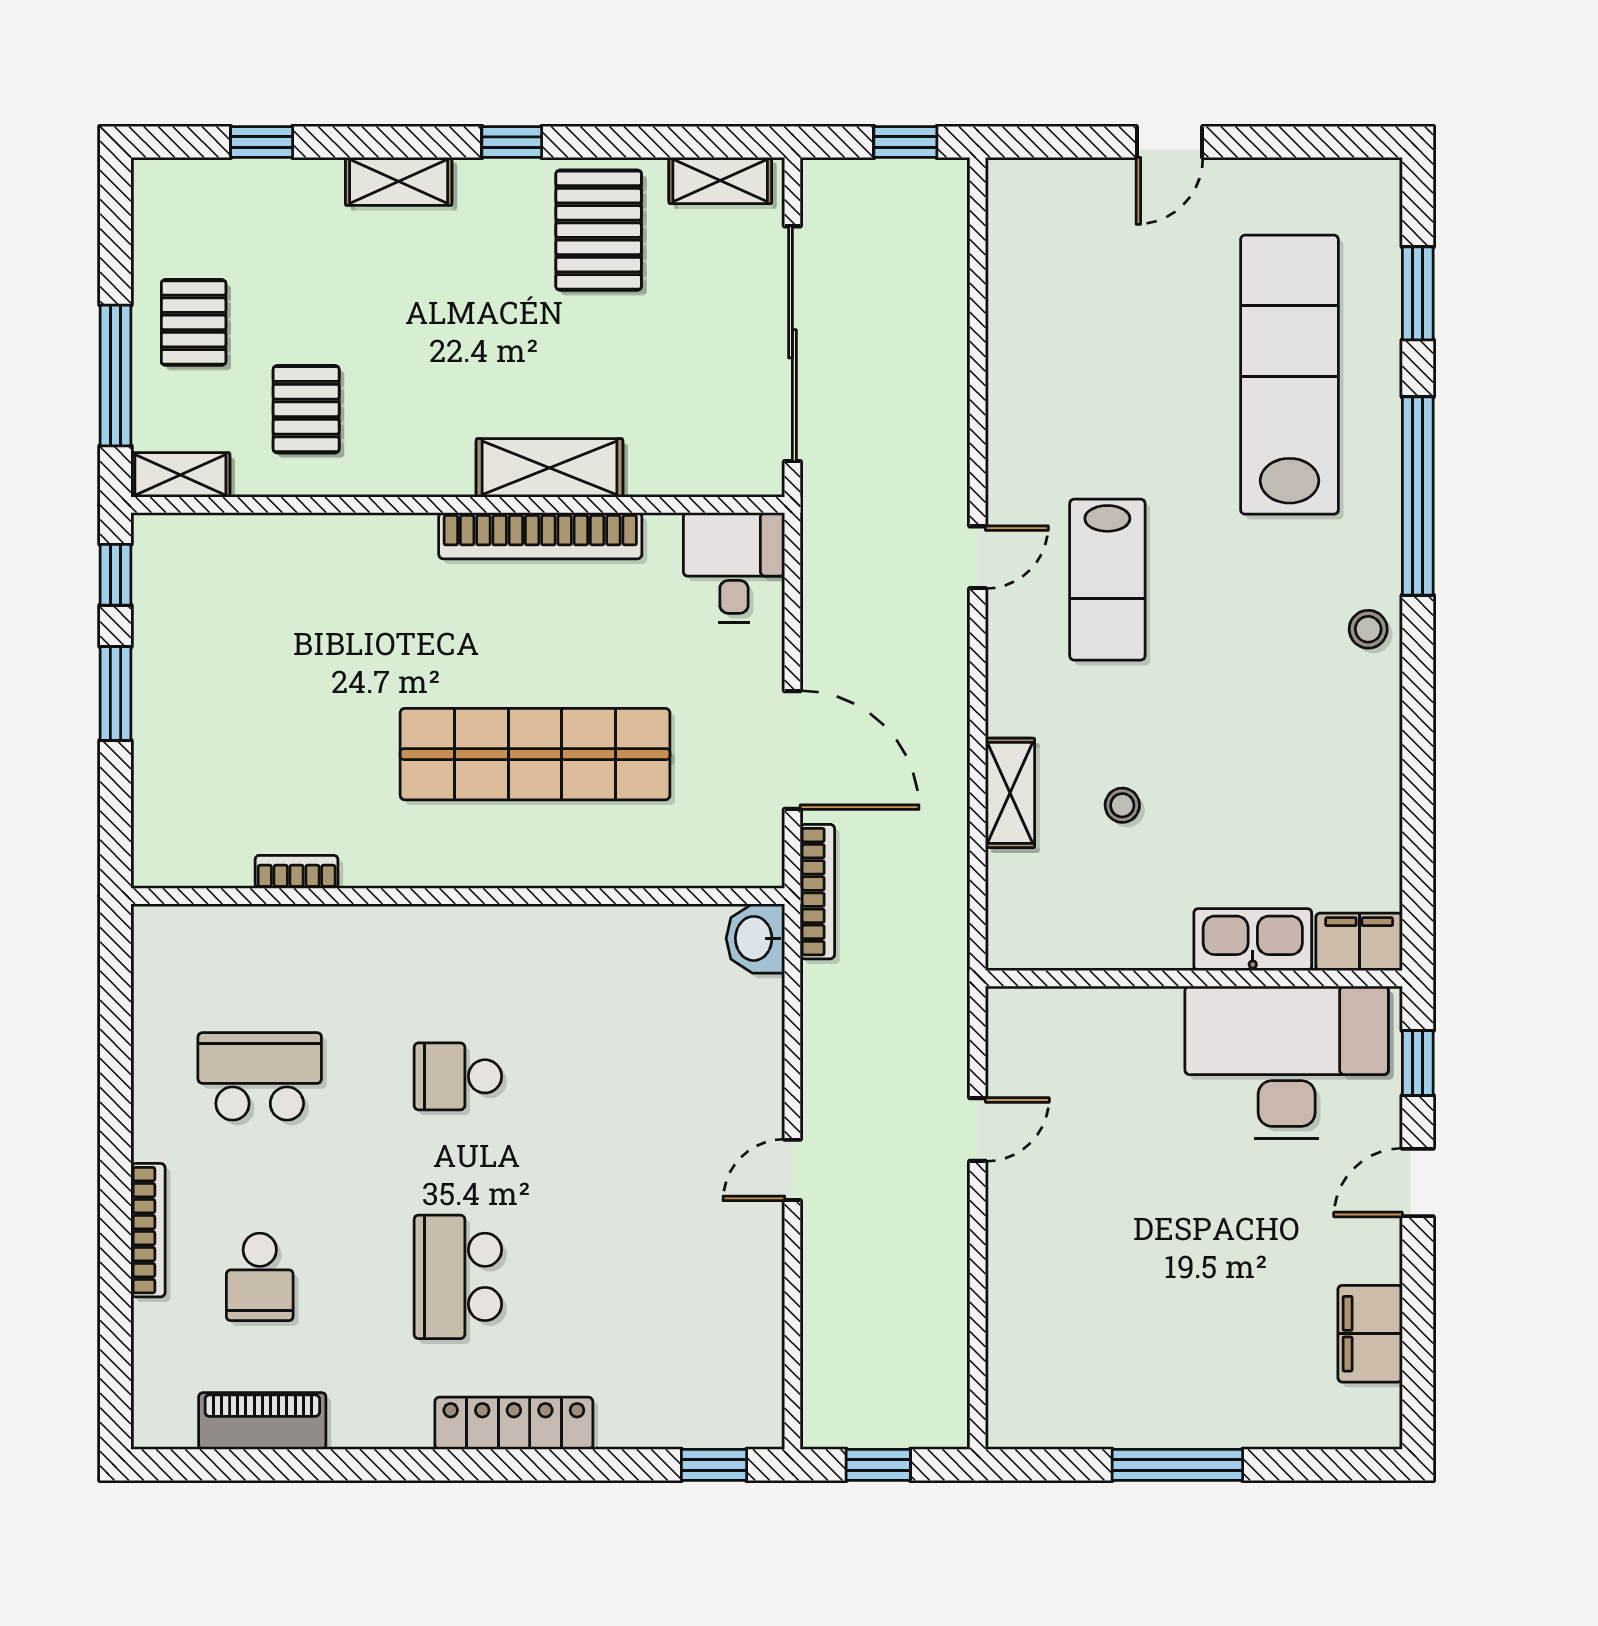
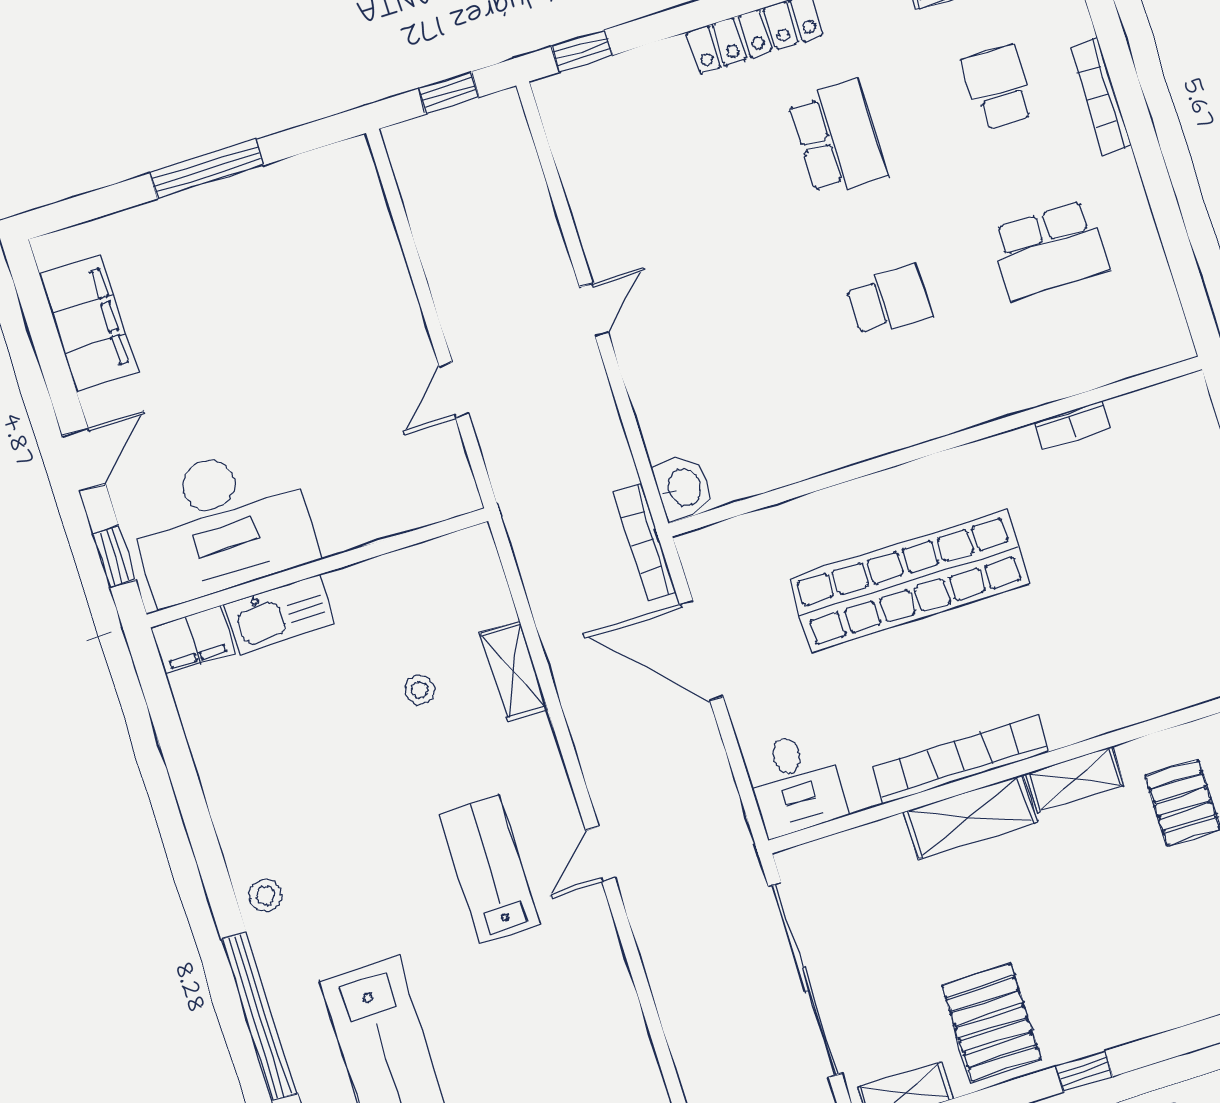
shelving: (399, 181) -> (1075, 779), moved
filing cabinet: (1370, 1334) -> (88, 324), width x1.50, depth x1.17

